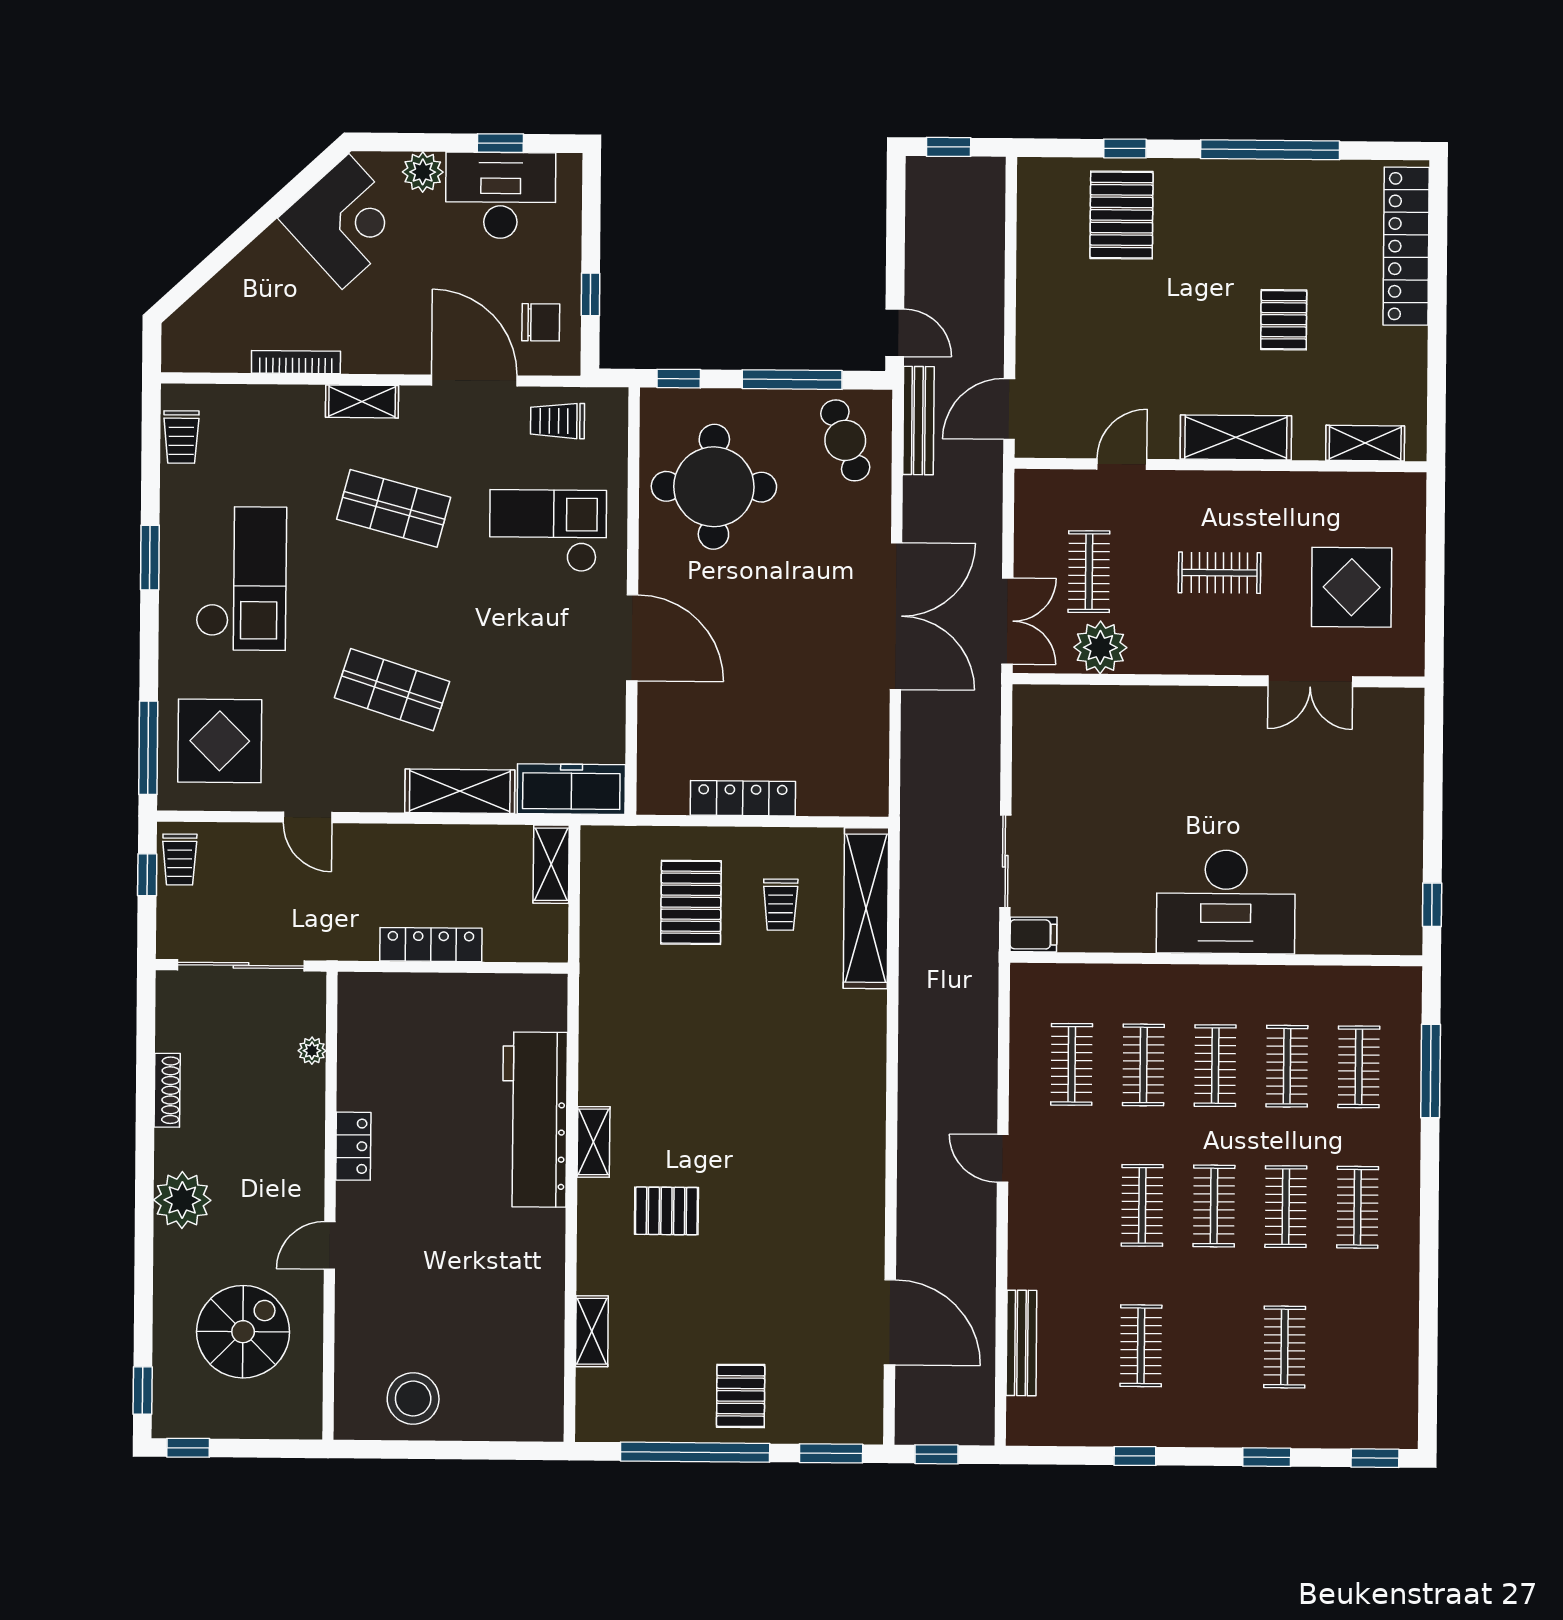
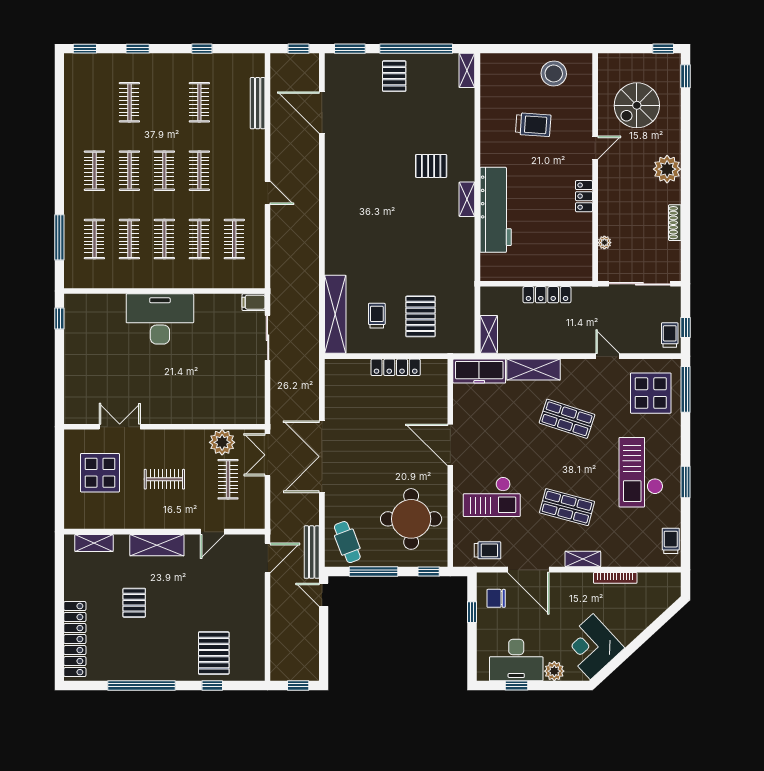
trolley: (456, 1294) -> (533, 125), added
shelving: (592, 1331) -> (467, 70), moved

